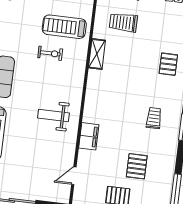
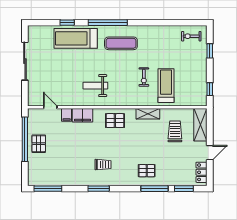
weight bench: (53, 116) -> (95, 86), turned -90
filing cabinet: (86, 156) -> (67, 115), added
pallet: (137, 166) -> (115, 121), moved

